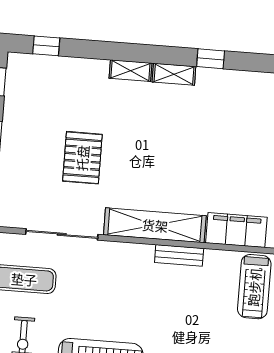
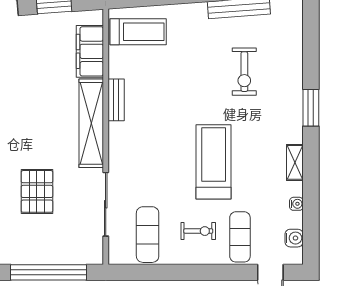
pallet: (82, 158) -> (37, 191), turned 90

